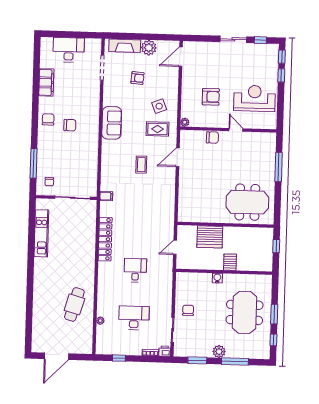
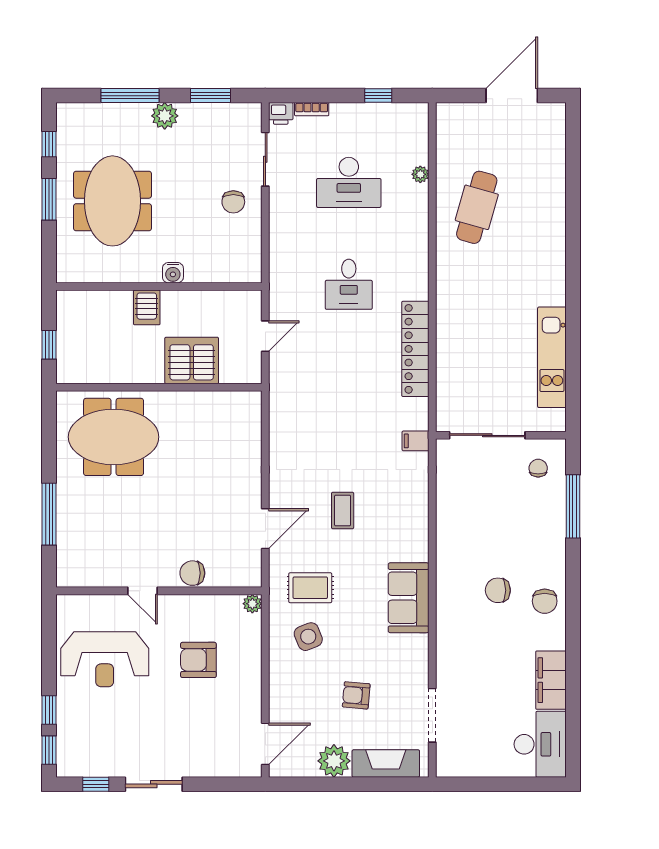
desk: (69, 50) -> (540, 744), moved, turned -90

